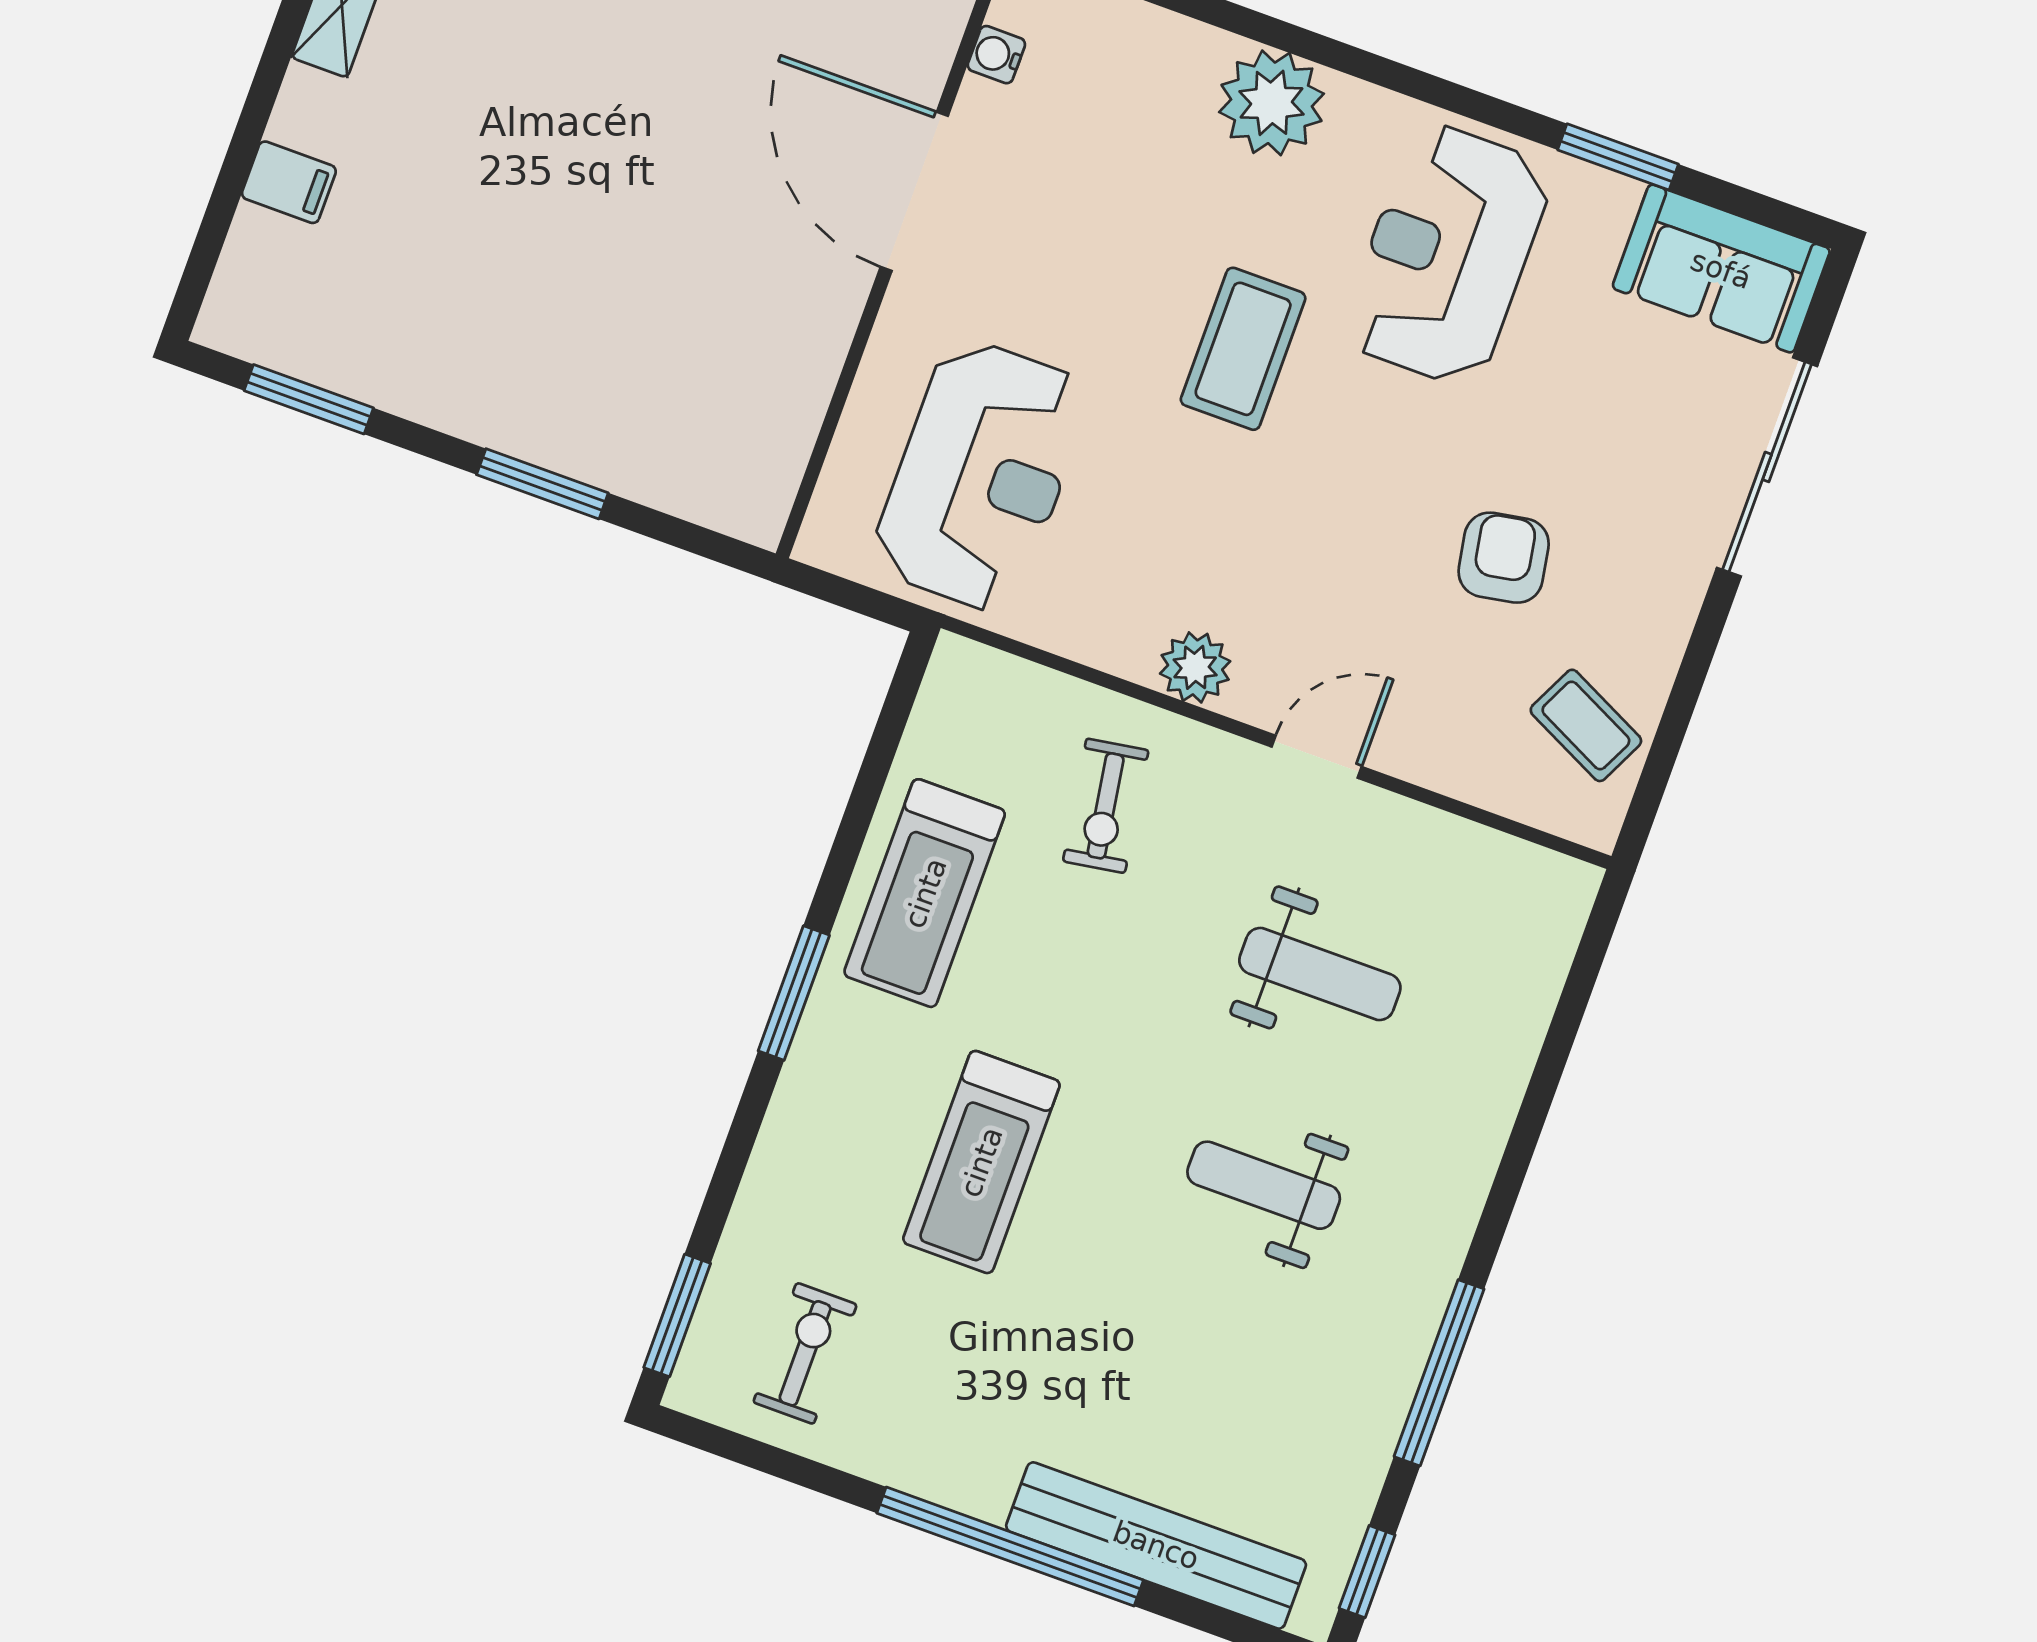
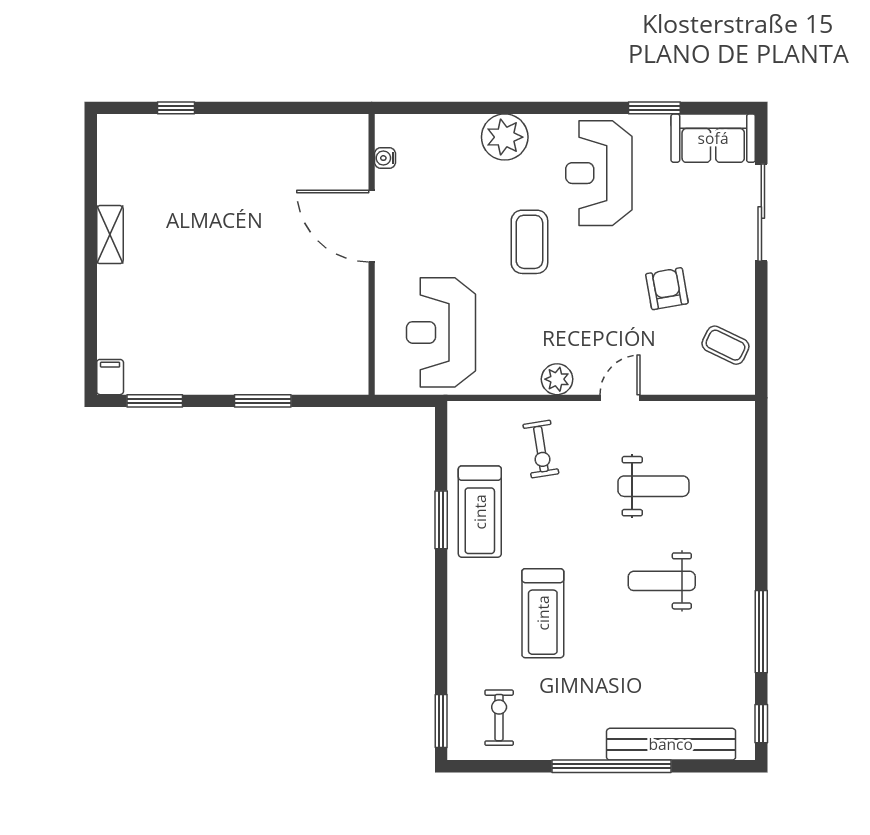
filing cabinet: (289, 182) -> (110, 377), moved, turned -90
reception desk: (981, 475) -> (441, 332), turned 180
window: (794, 993) -> (441, 520), moved

